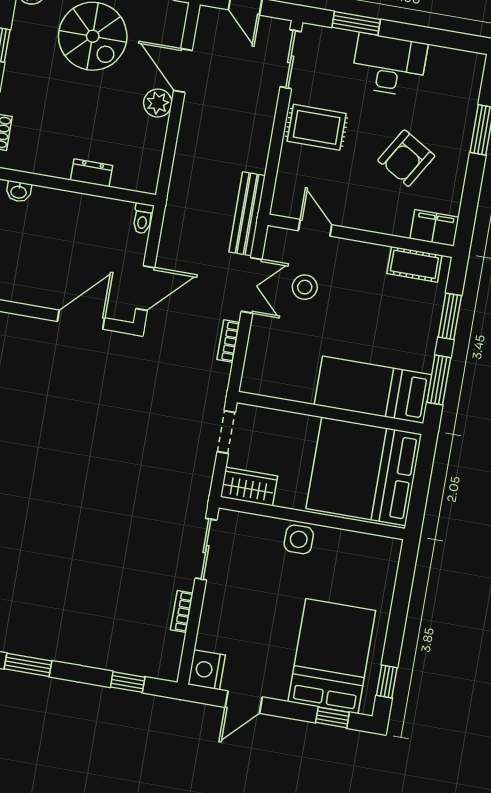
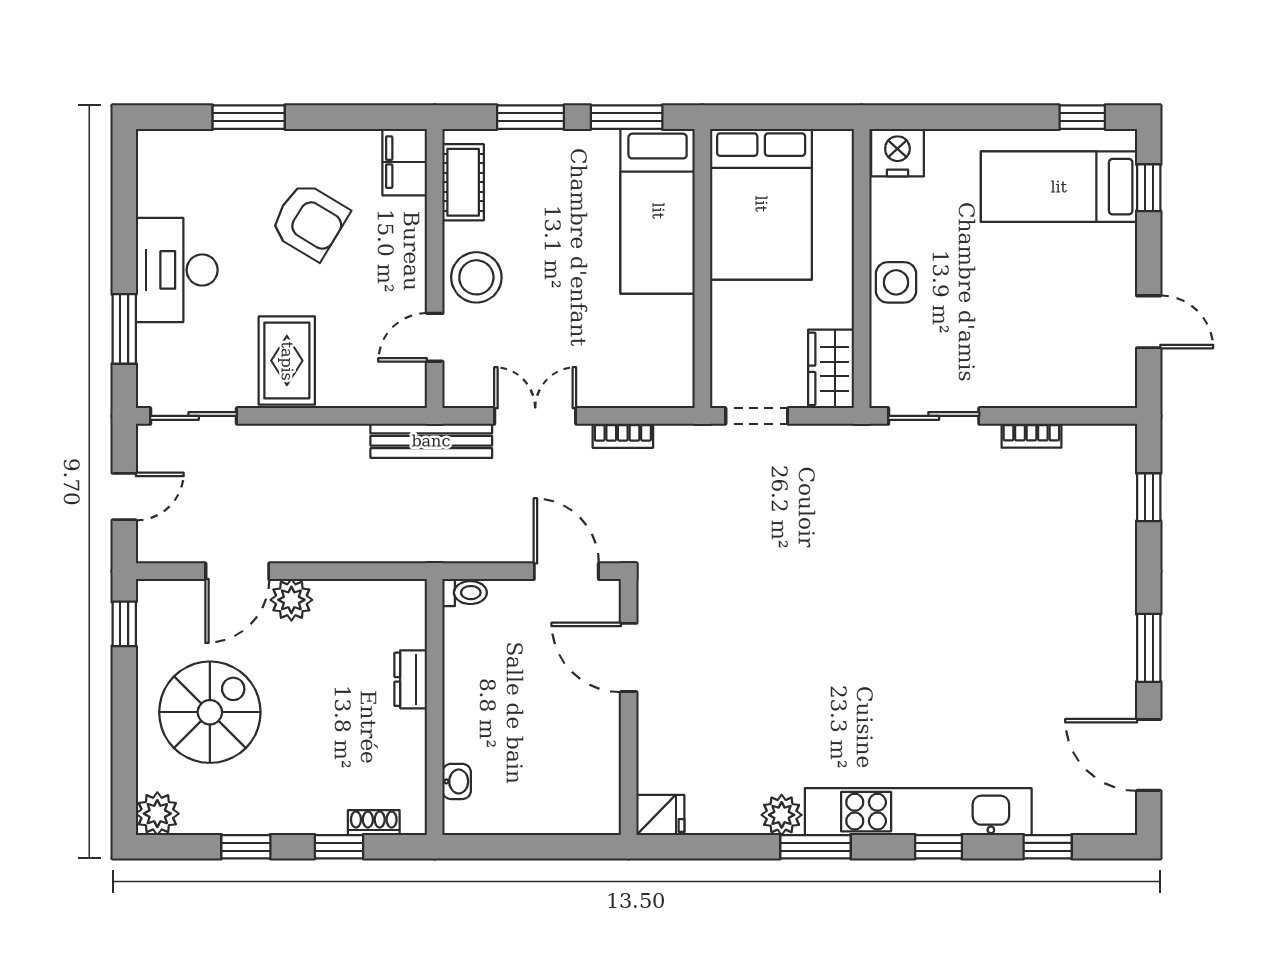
stool: (305, 287) -> (476, 277), moved, width x1.38, depth x1.38
bed: (364, 471) -> (761, 204), width x0.73
bed: (332, 656) -> (1059, 187), width x0.67
nightstand: (207, 670) -> (897, 153), moved, turned 180

